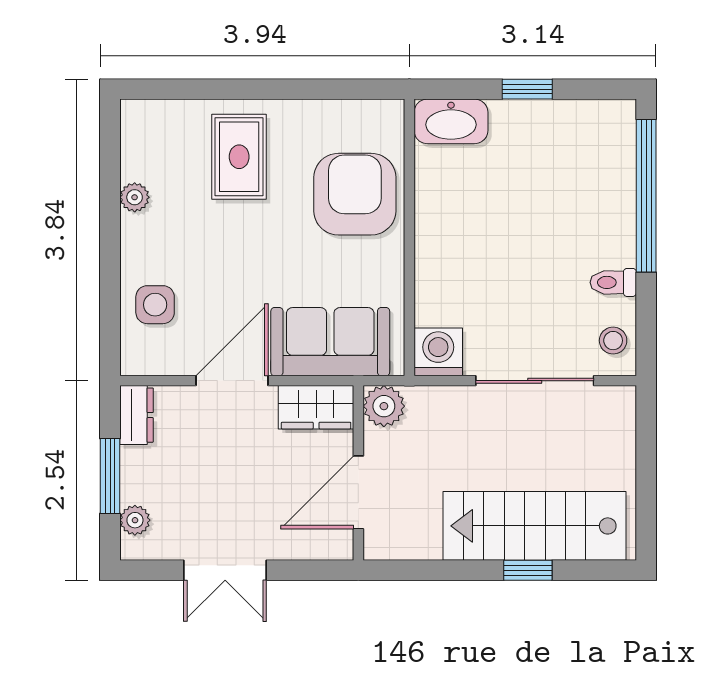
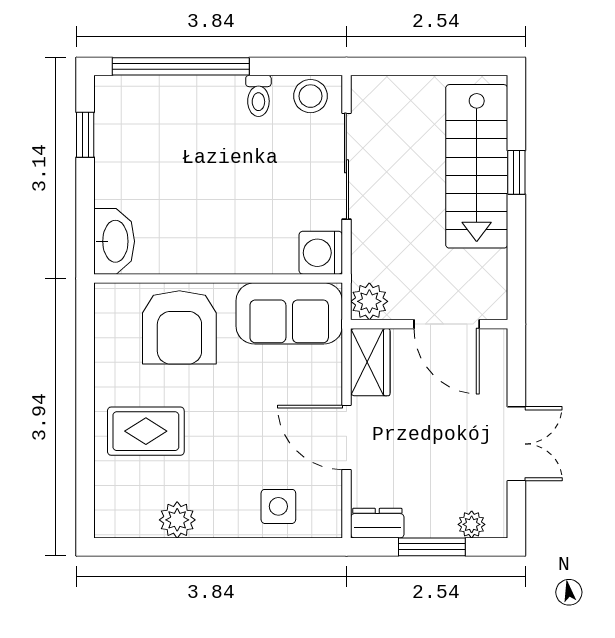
window: (527, 89) -> (85, 135), moved
armchair: (355, 194) -> (179, 327), turned -90
plant: (135, 197) -> (177, 520), width x1.38, depth x1.38
stool: (613, 341) -> (311, 96), width x1.37, depth x1.37
sofa: (330, 342) -> (289, 313), moved, turned -90

